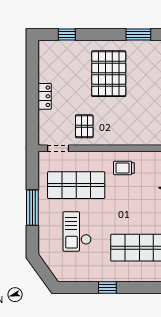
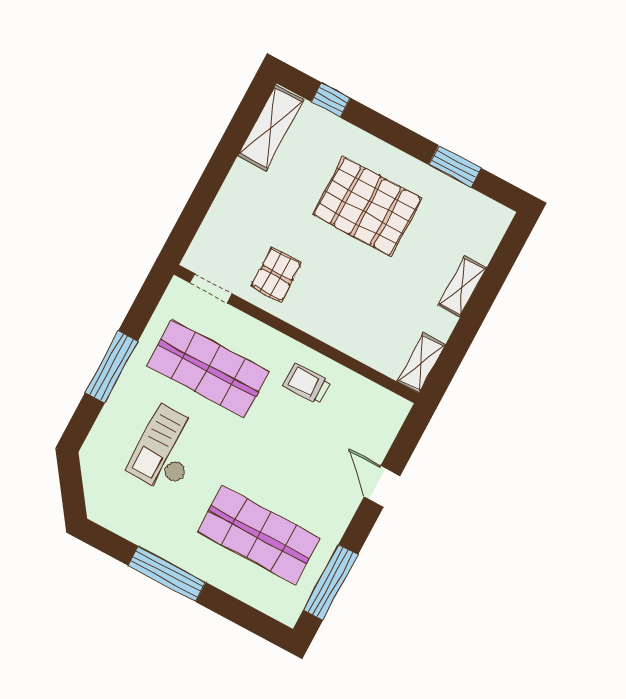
shelving: (46, 62) -> (271, 128), added
pallet: (109, 74) -> (367, 206), turned 90
locker: (45, 96) -> (236, 186), removed
window: (107, 287) -> (167, 574), width x2.17

